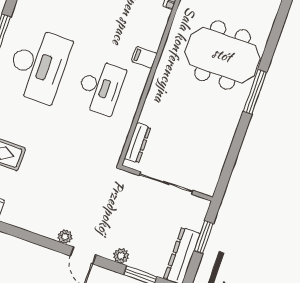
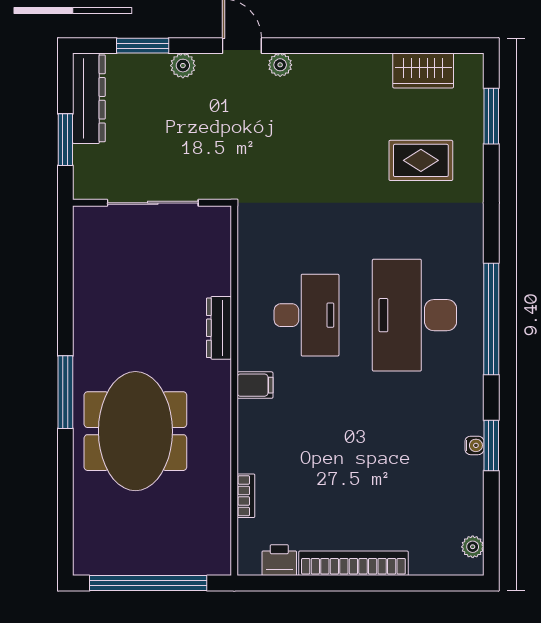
meeting table: (222, 55) -> (135, 431), turned 90
desk: (101, 87) -> (306, 315), turned 180
dresser: (138, 143) -> (219, 328), moved

